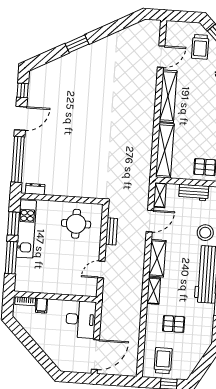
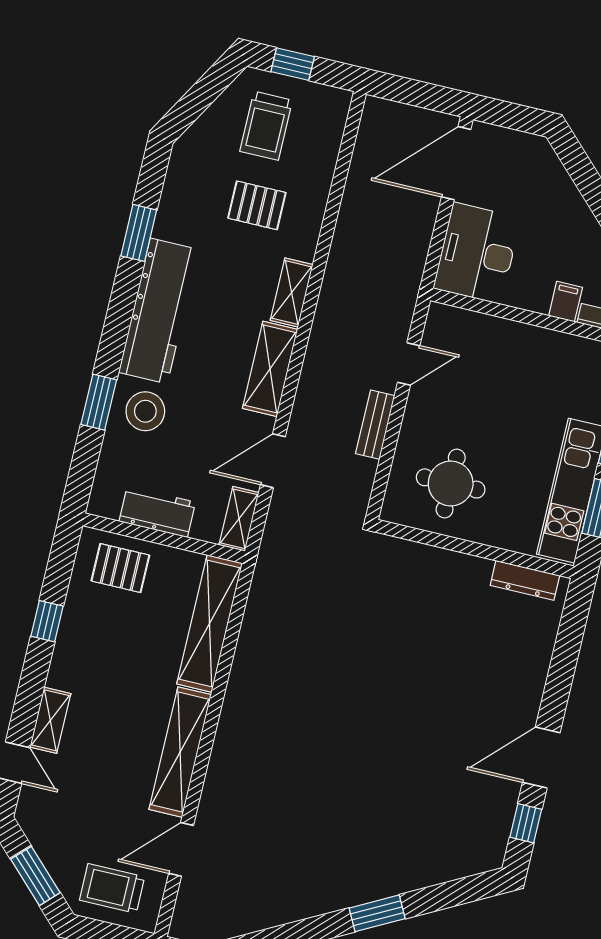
trolley: (200, 47) -> (112, 888), moved, turned -90
window: (18, 159) -> (564, 660), removed
dresser: (35, 189) -> (525, 580), width x1.44
bench: (111, 231) -> (375, 425), moved
trolley: (163, 361) -> (266, 126), moved

